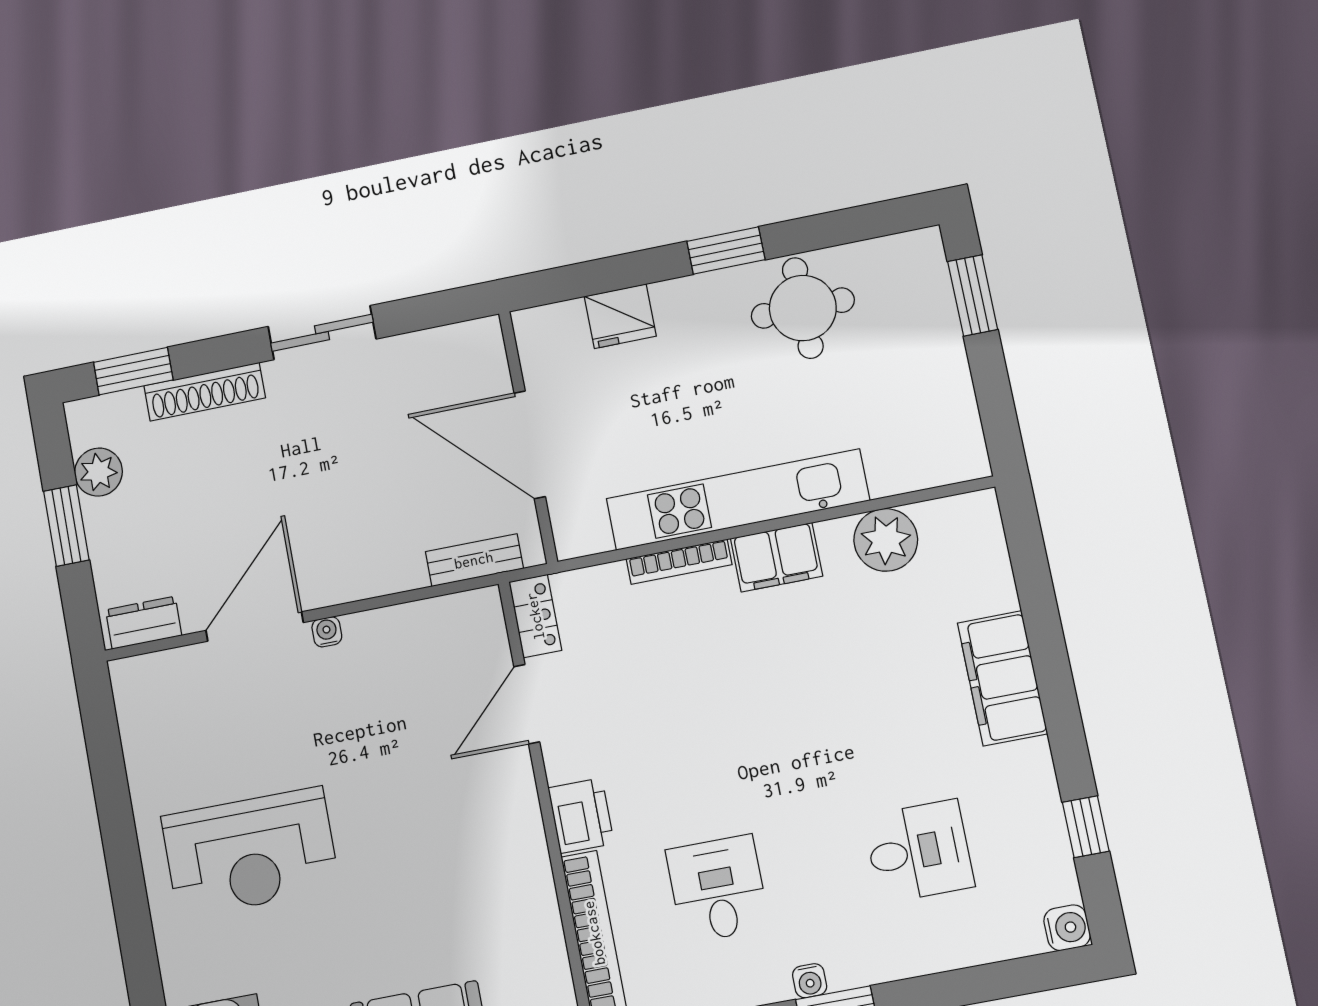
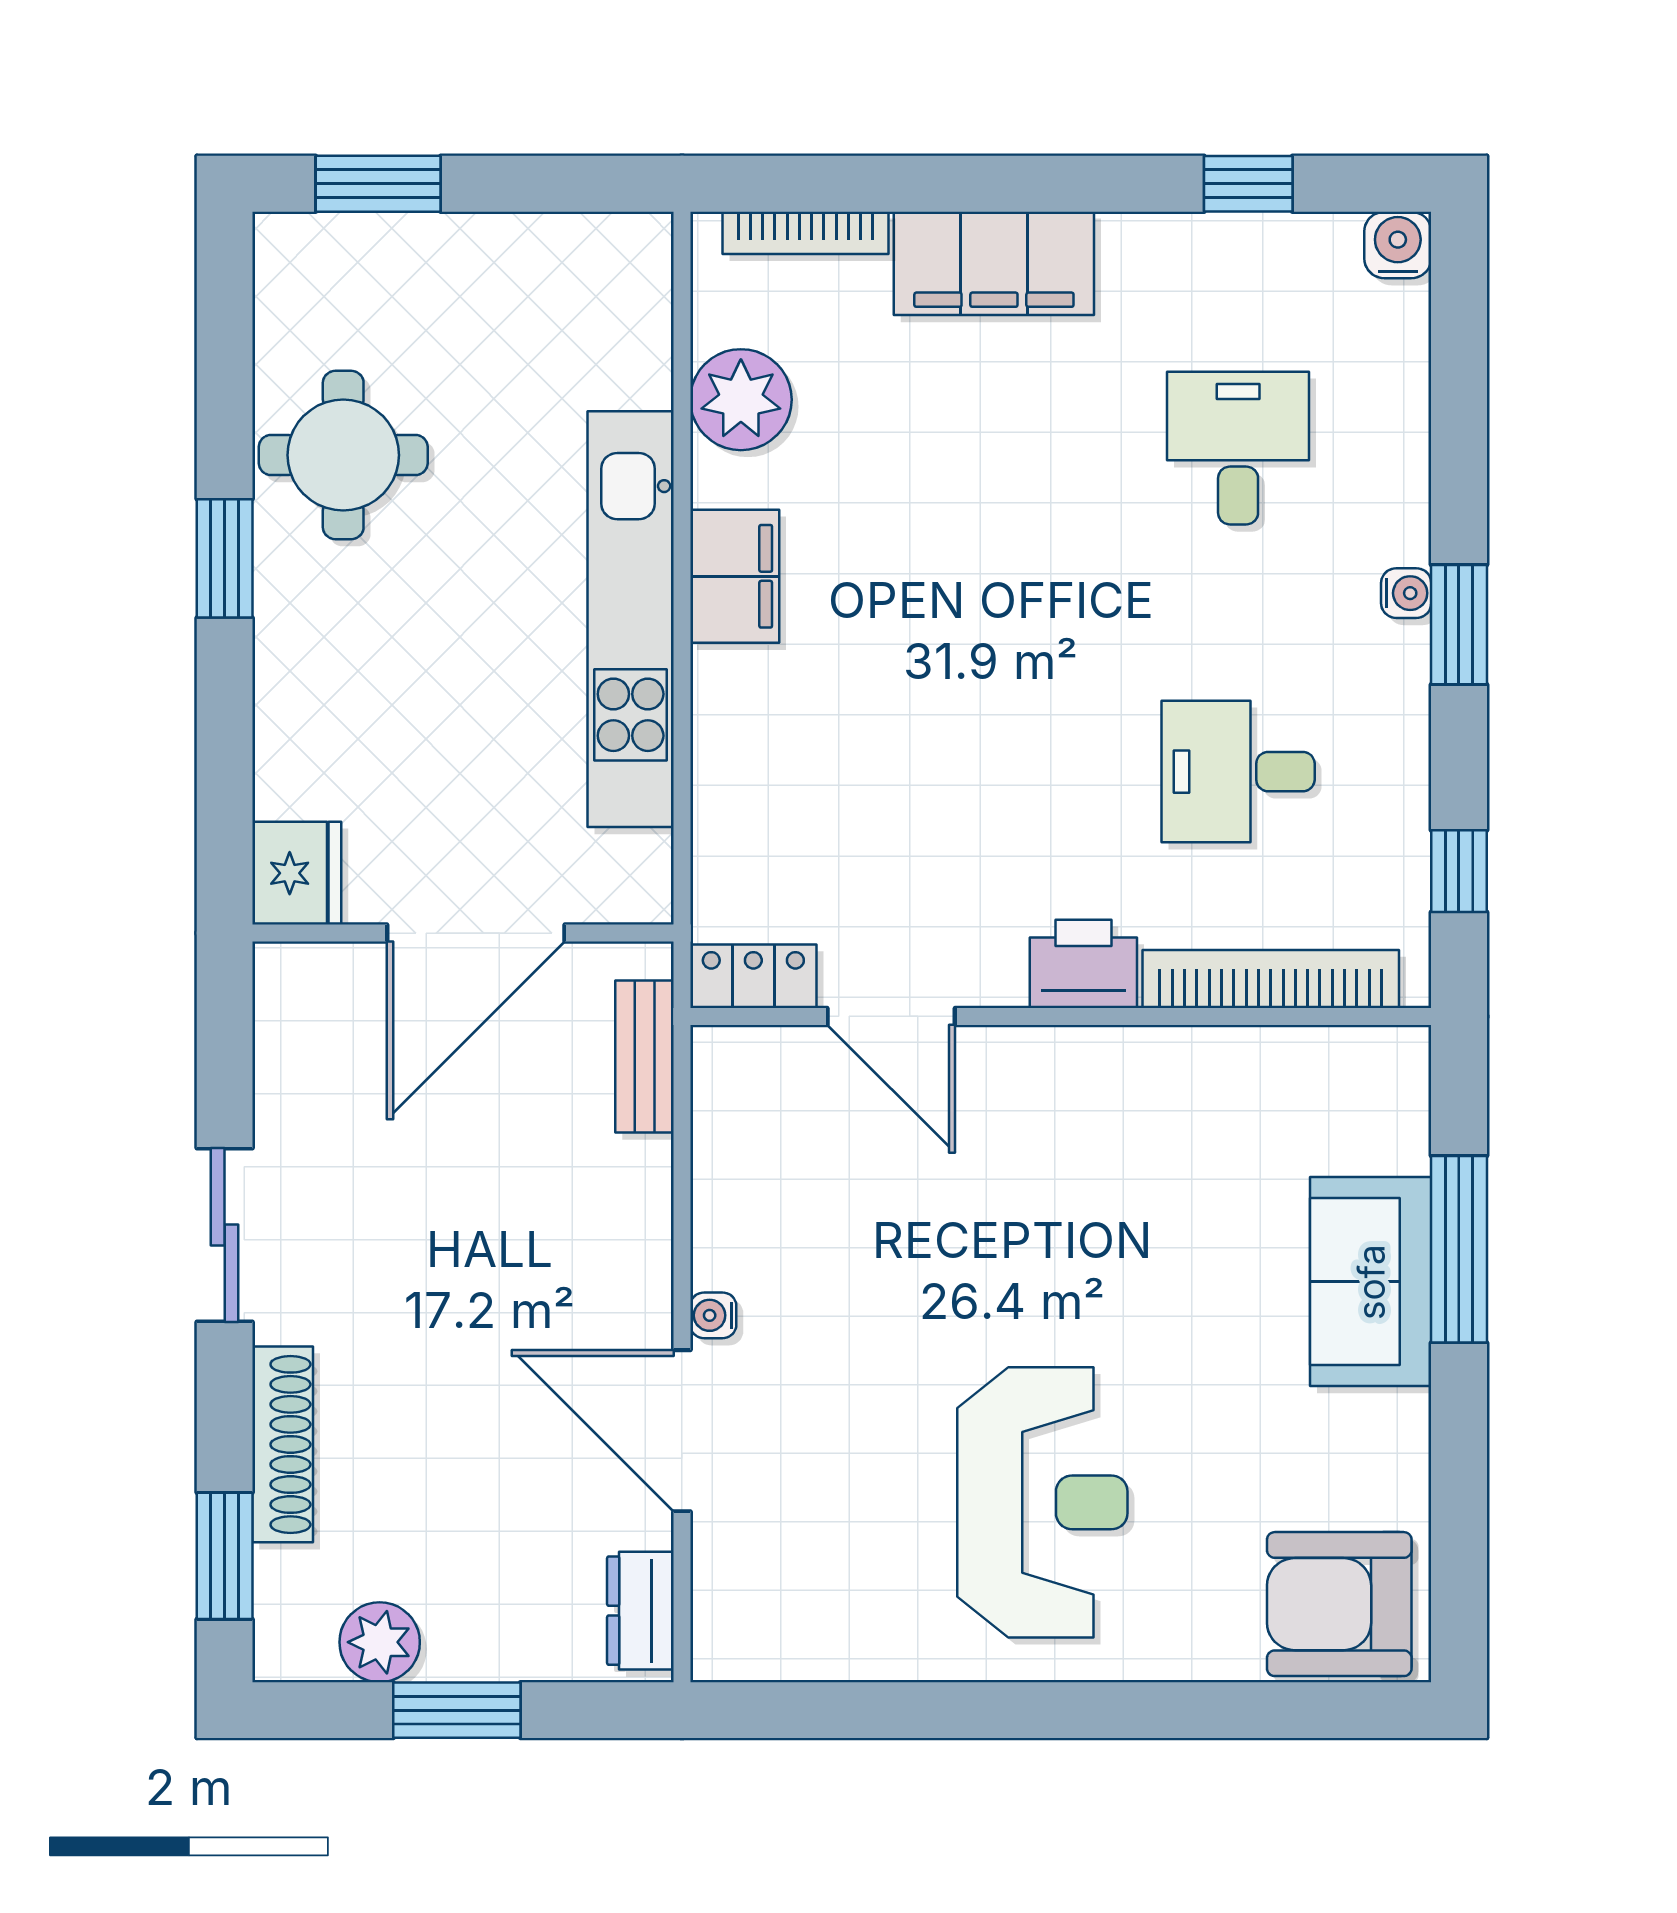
fridge: (620, 316) -> (297, 873), moved
bookcase: (679, 562) -> (806, 233), moved, turned 90
water cooler: (810, 981) -> (1406, 593), moved

